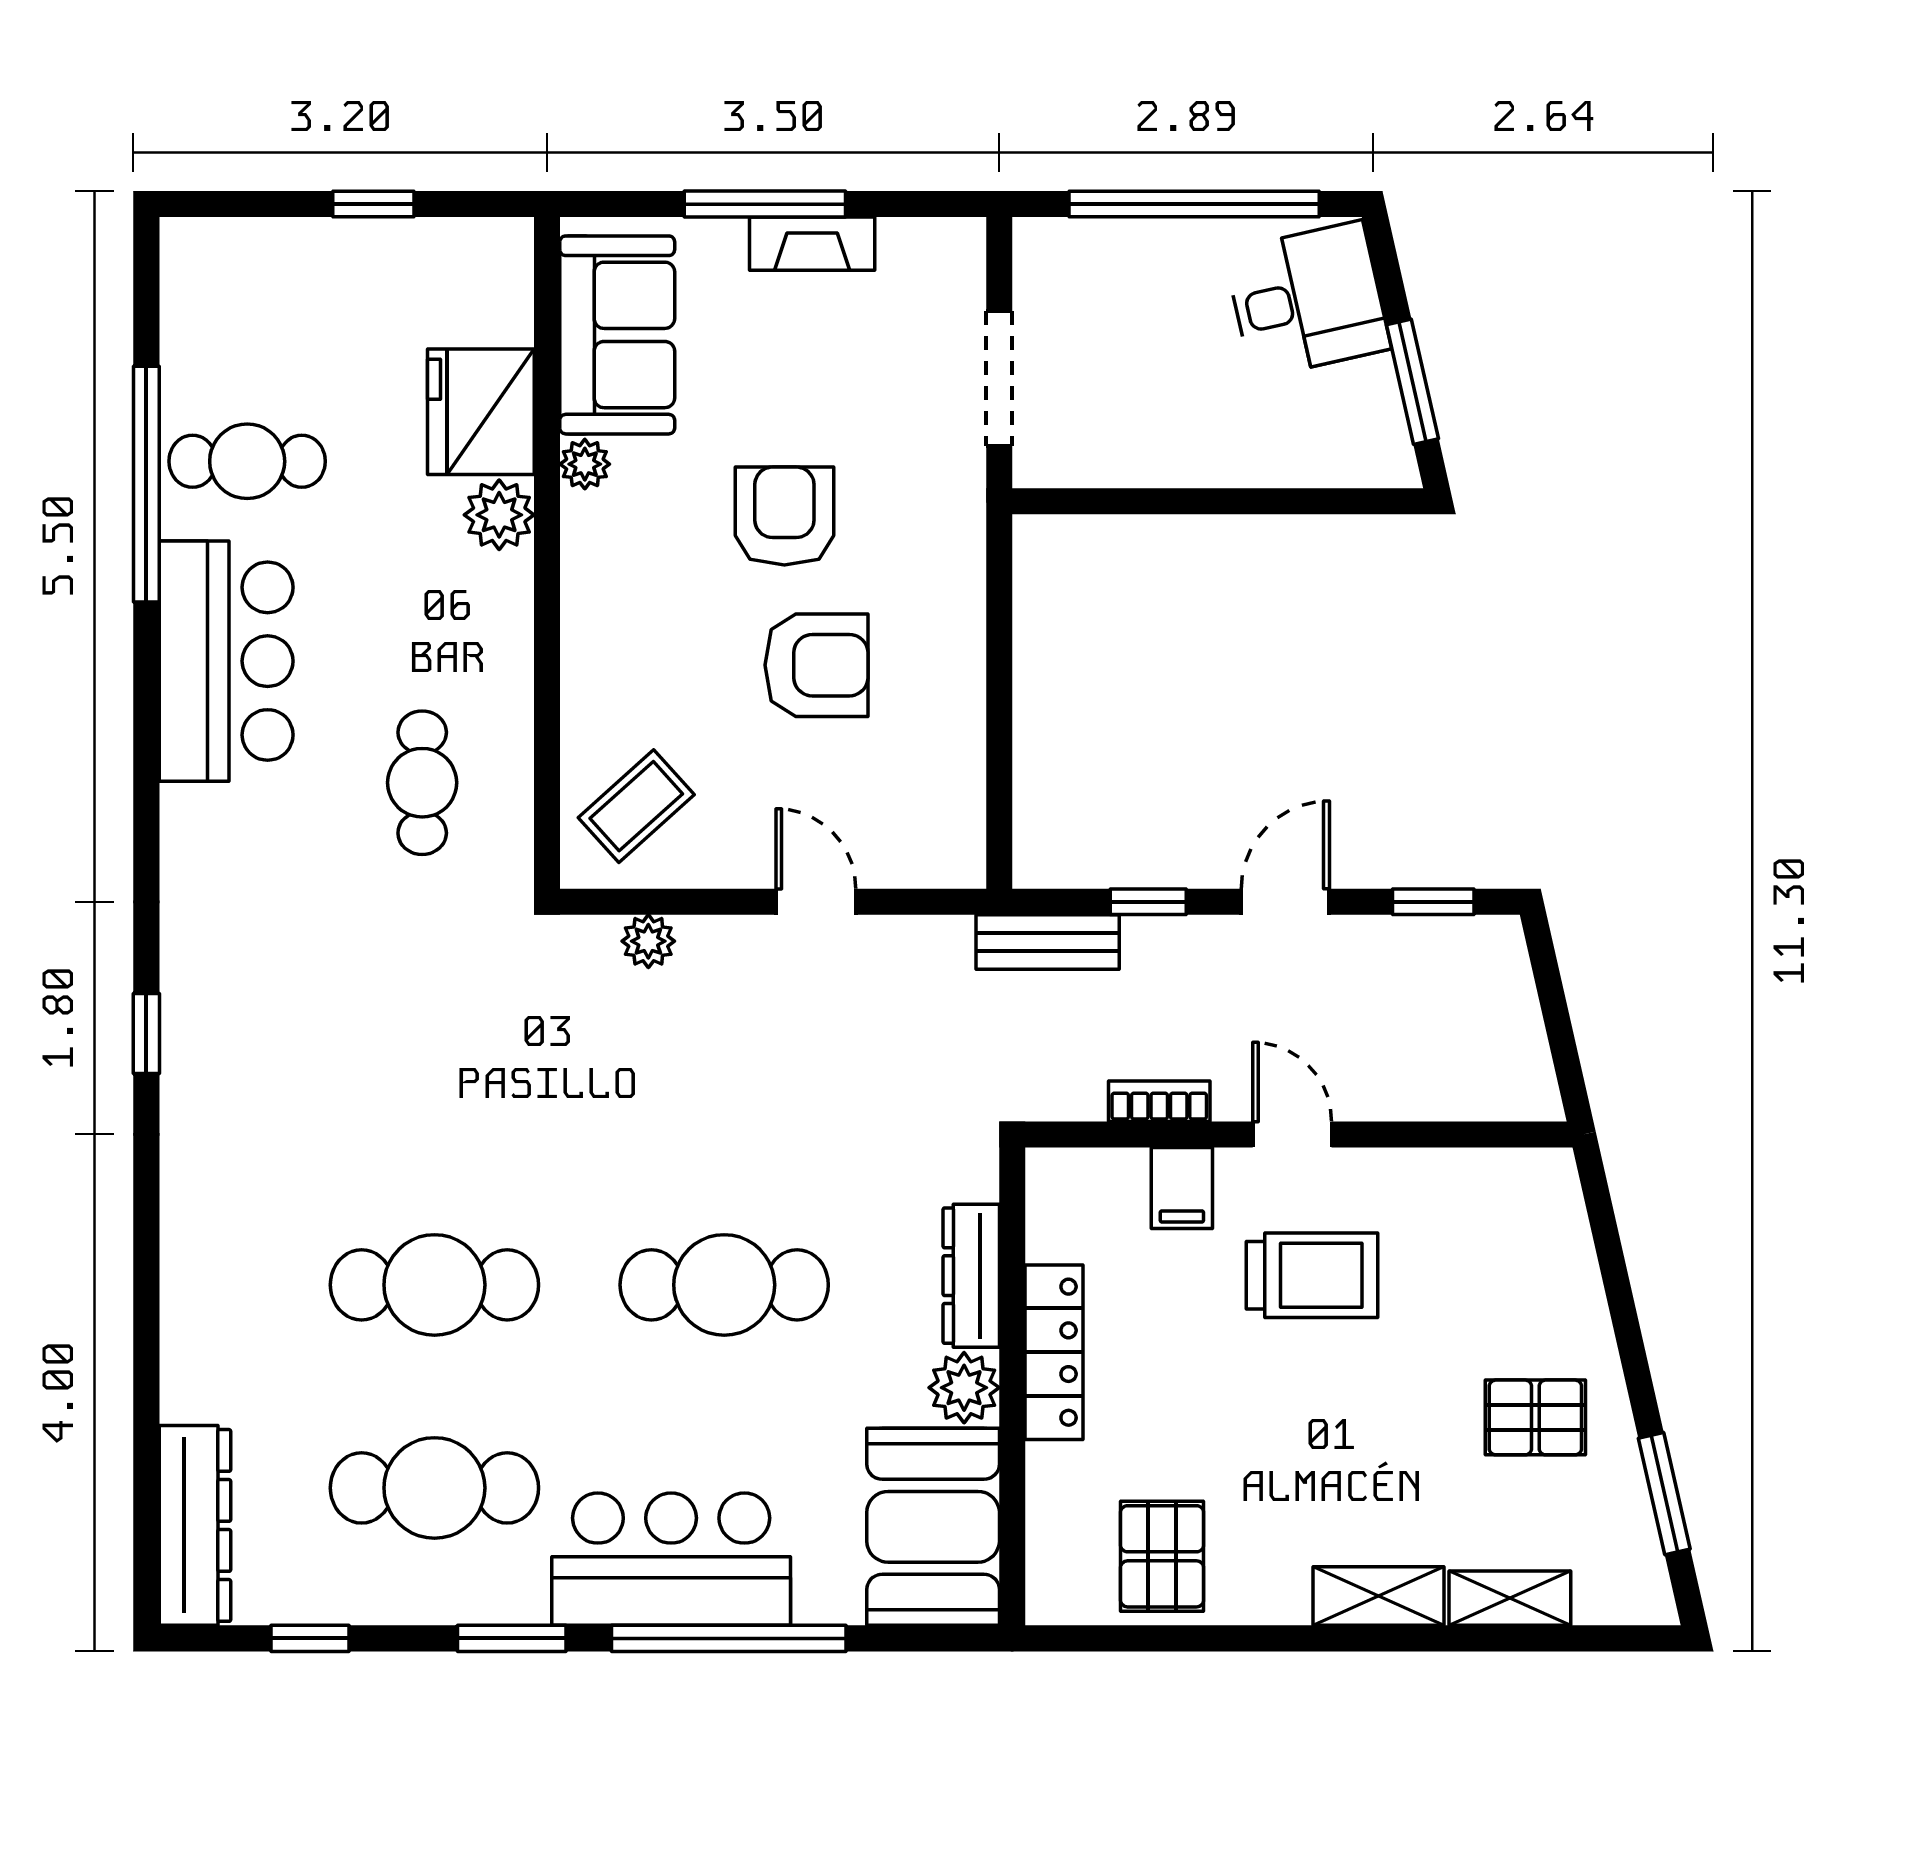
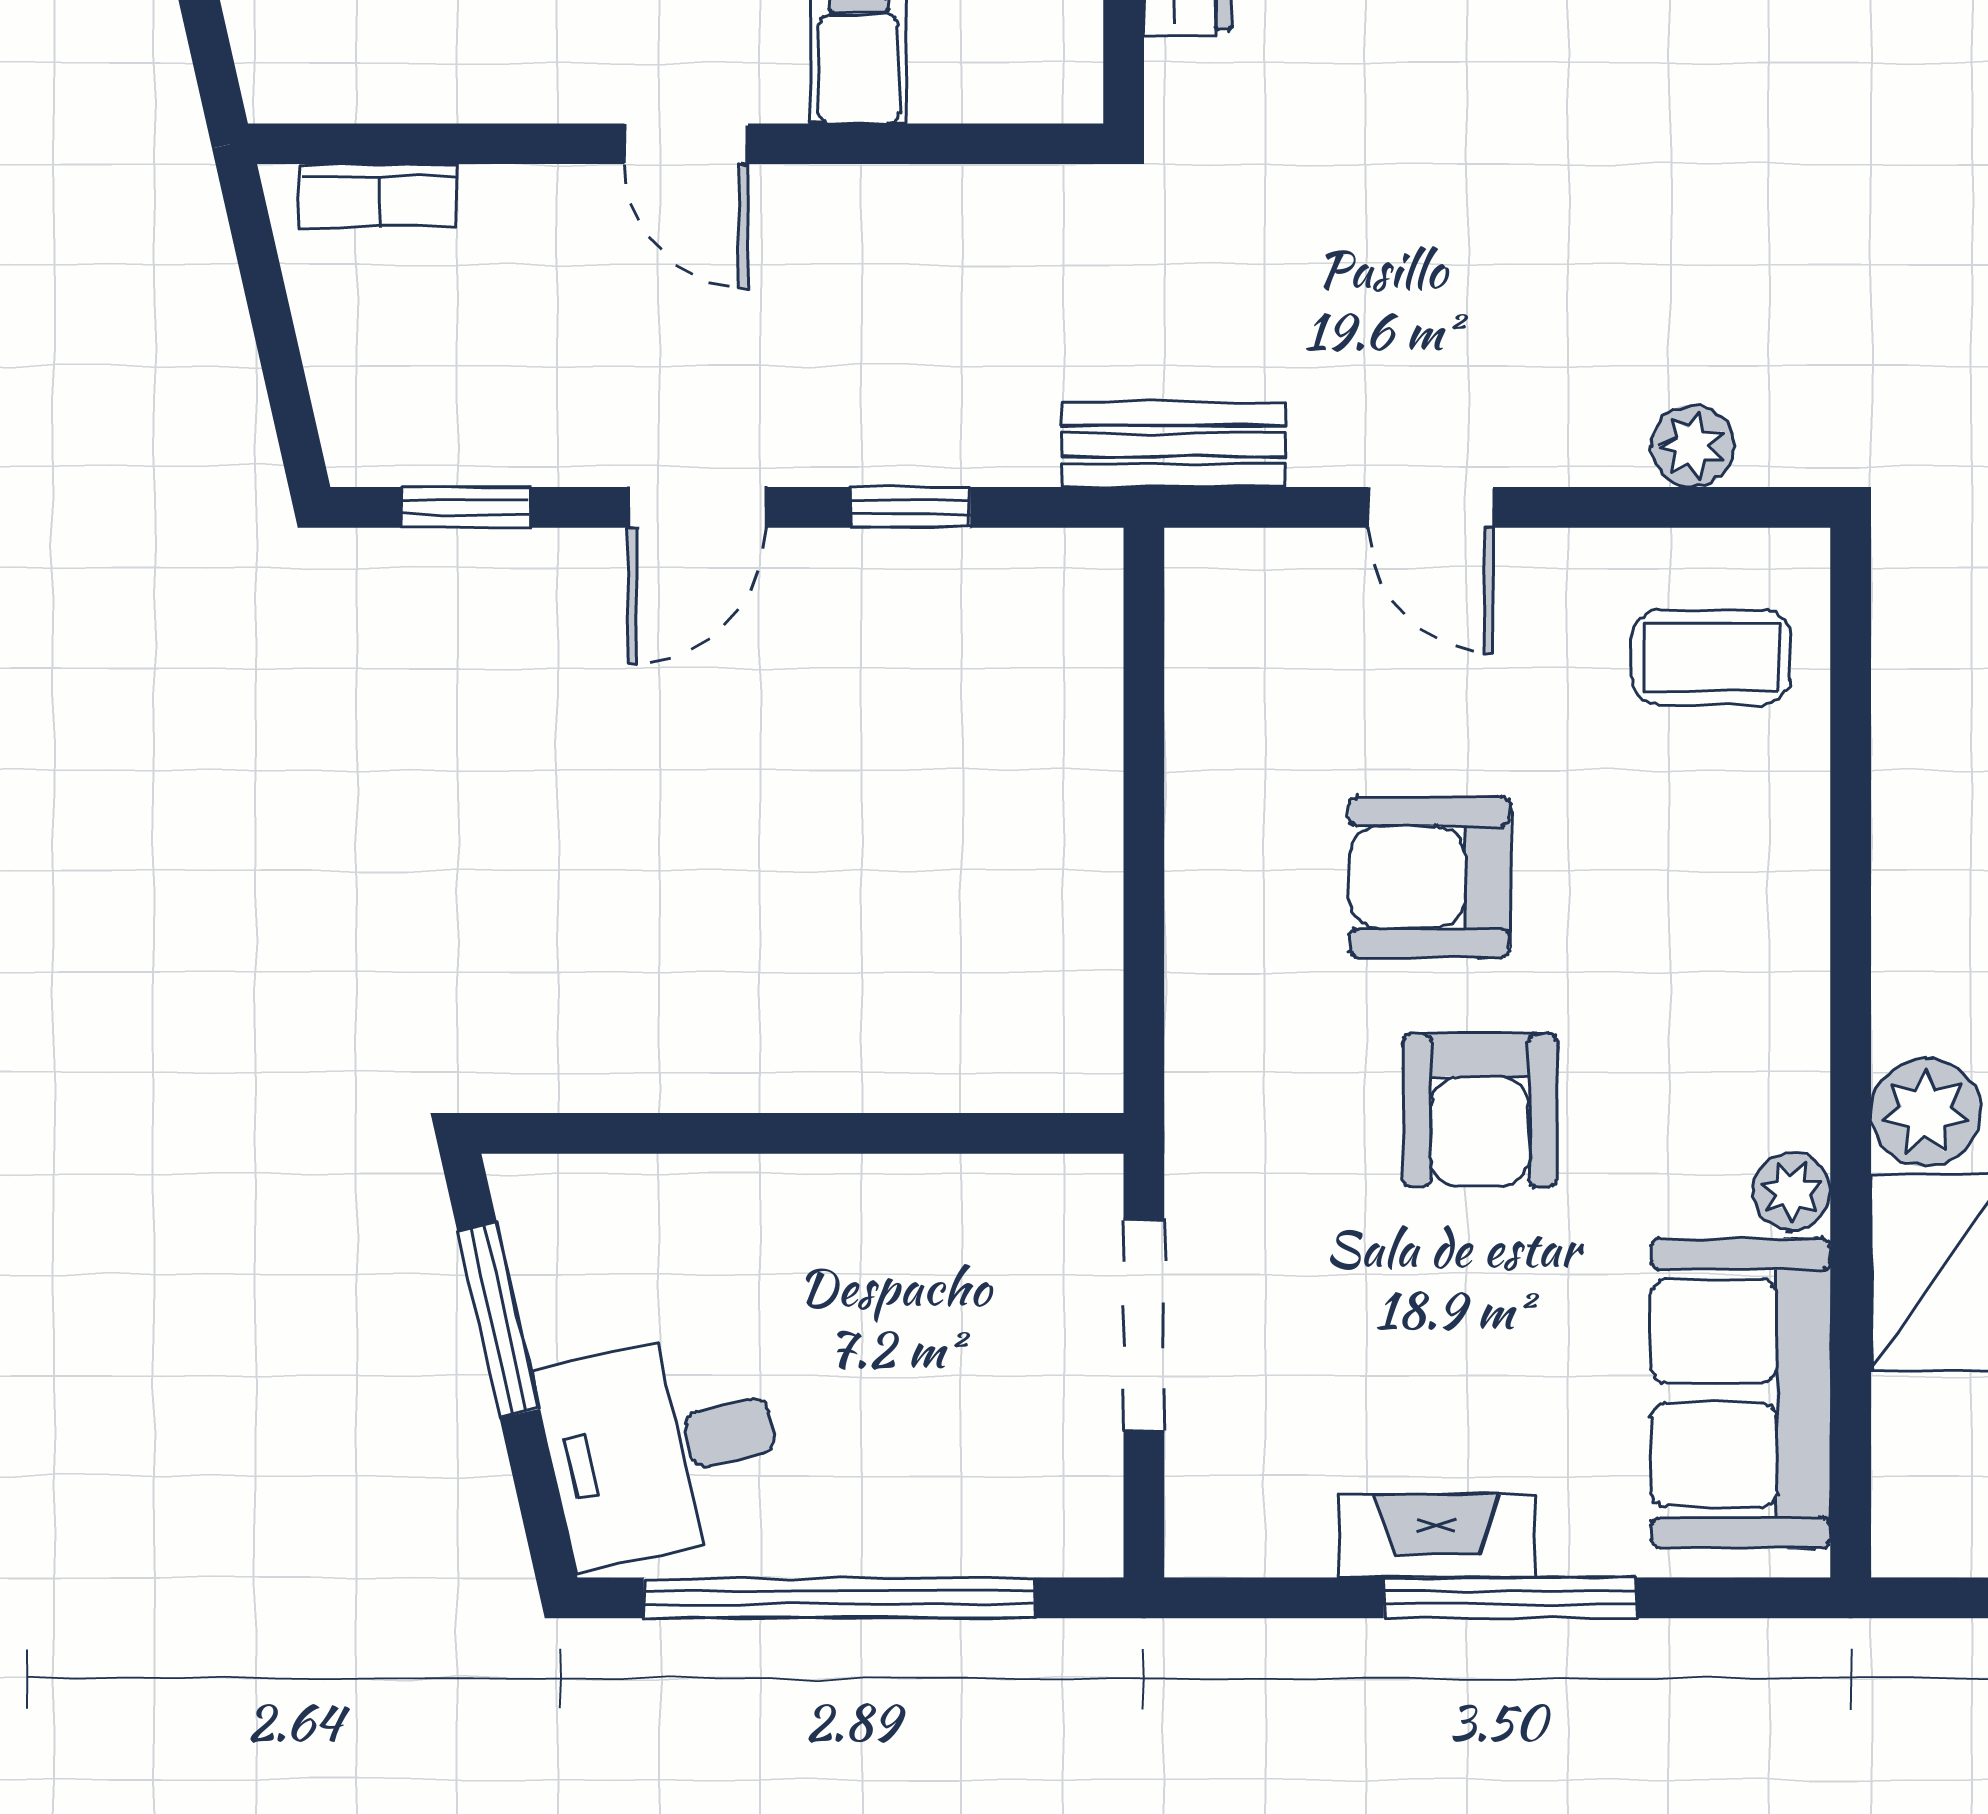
coffee table: (636, 806) -> (1711, 657), turned 42
bench: (1048, 942) -> (1173, 444), moved
bookcase: (1159, 1101) -> (379, 196), moved

